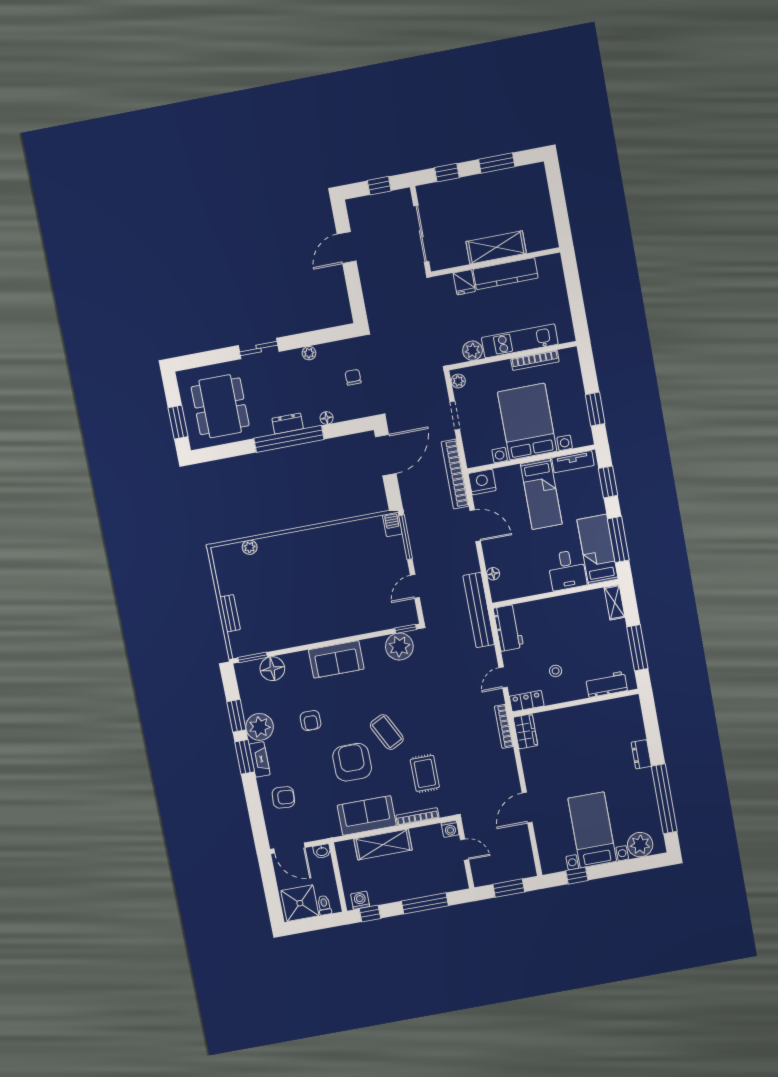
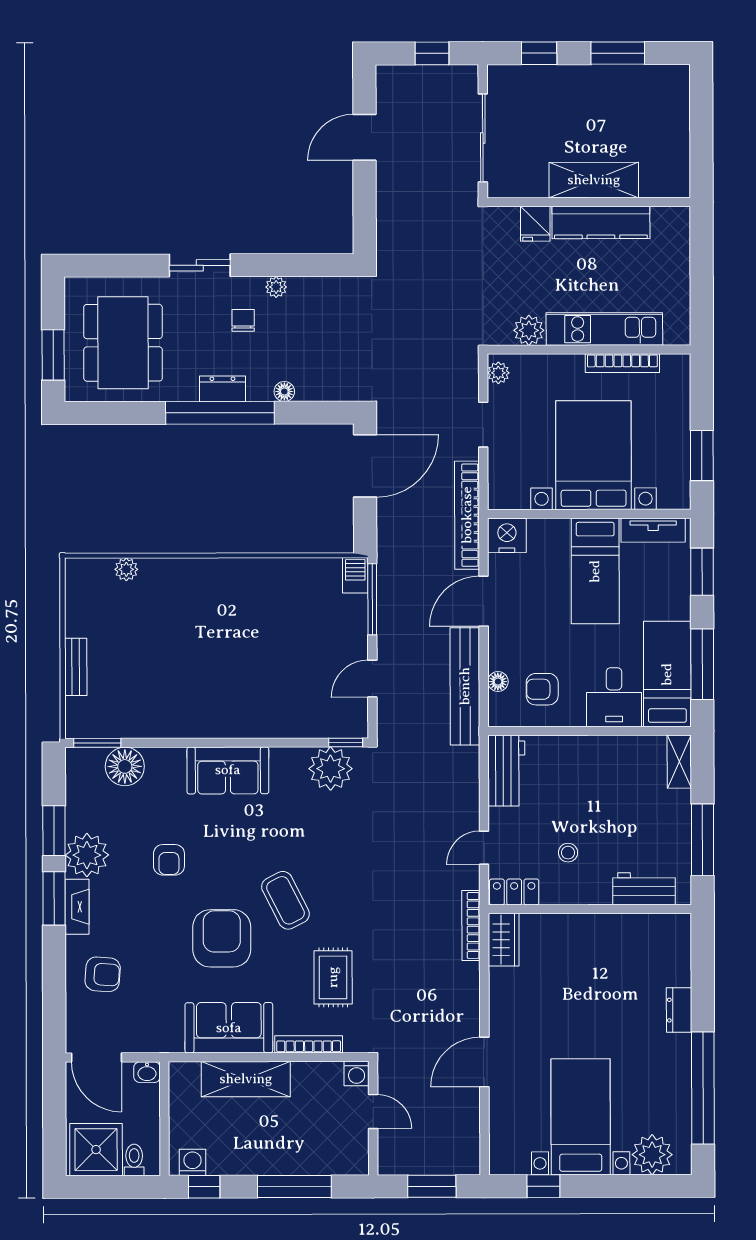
chair: (353, 377) -> (243, 320), moved
door: (475, 526) -> (484, 601), swing flipped
armchair: (521, 573) -> (542, 689), added
bench: (479, 610) -> (465, 686), moved

